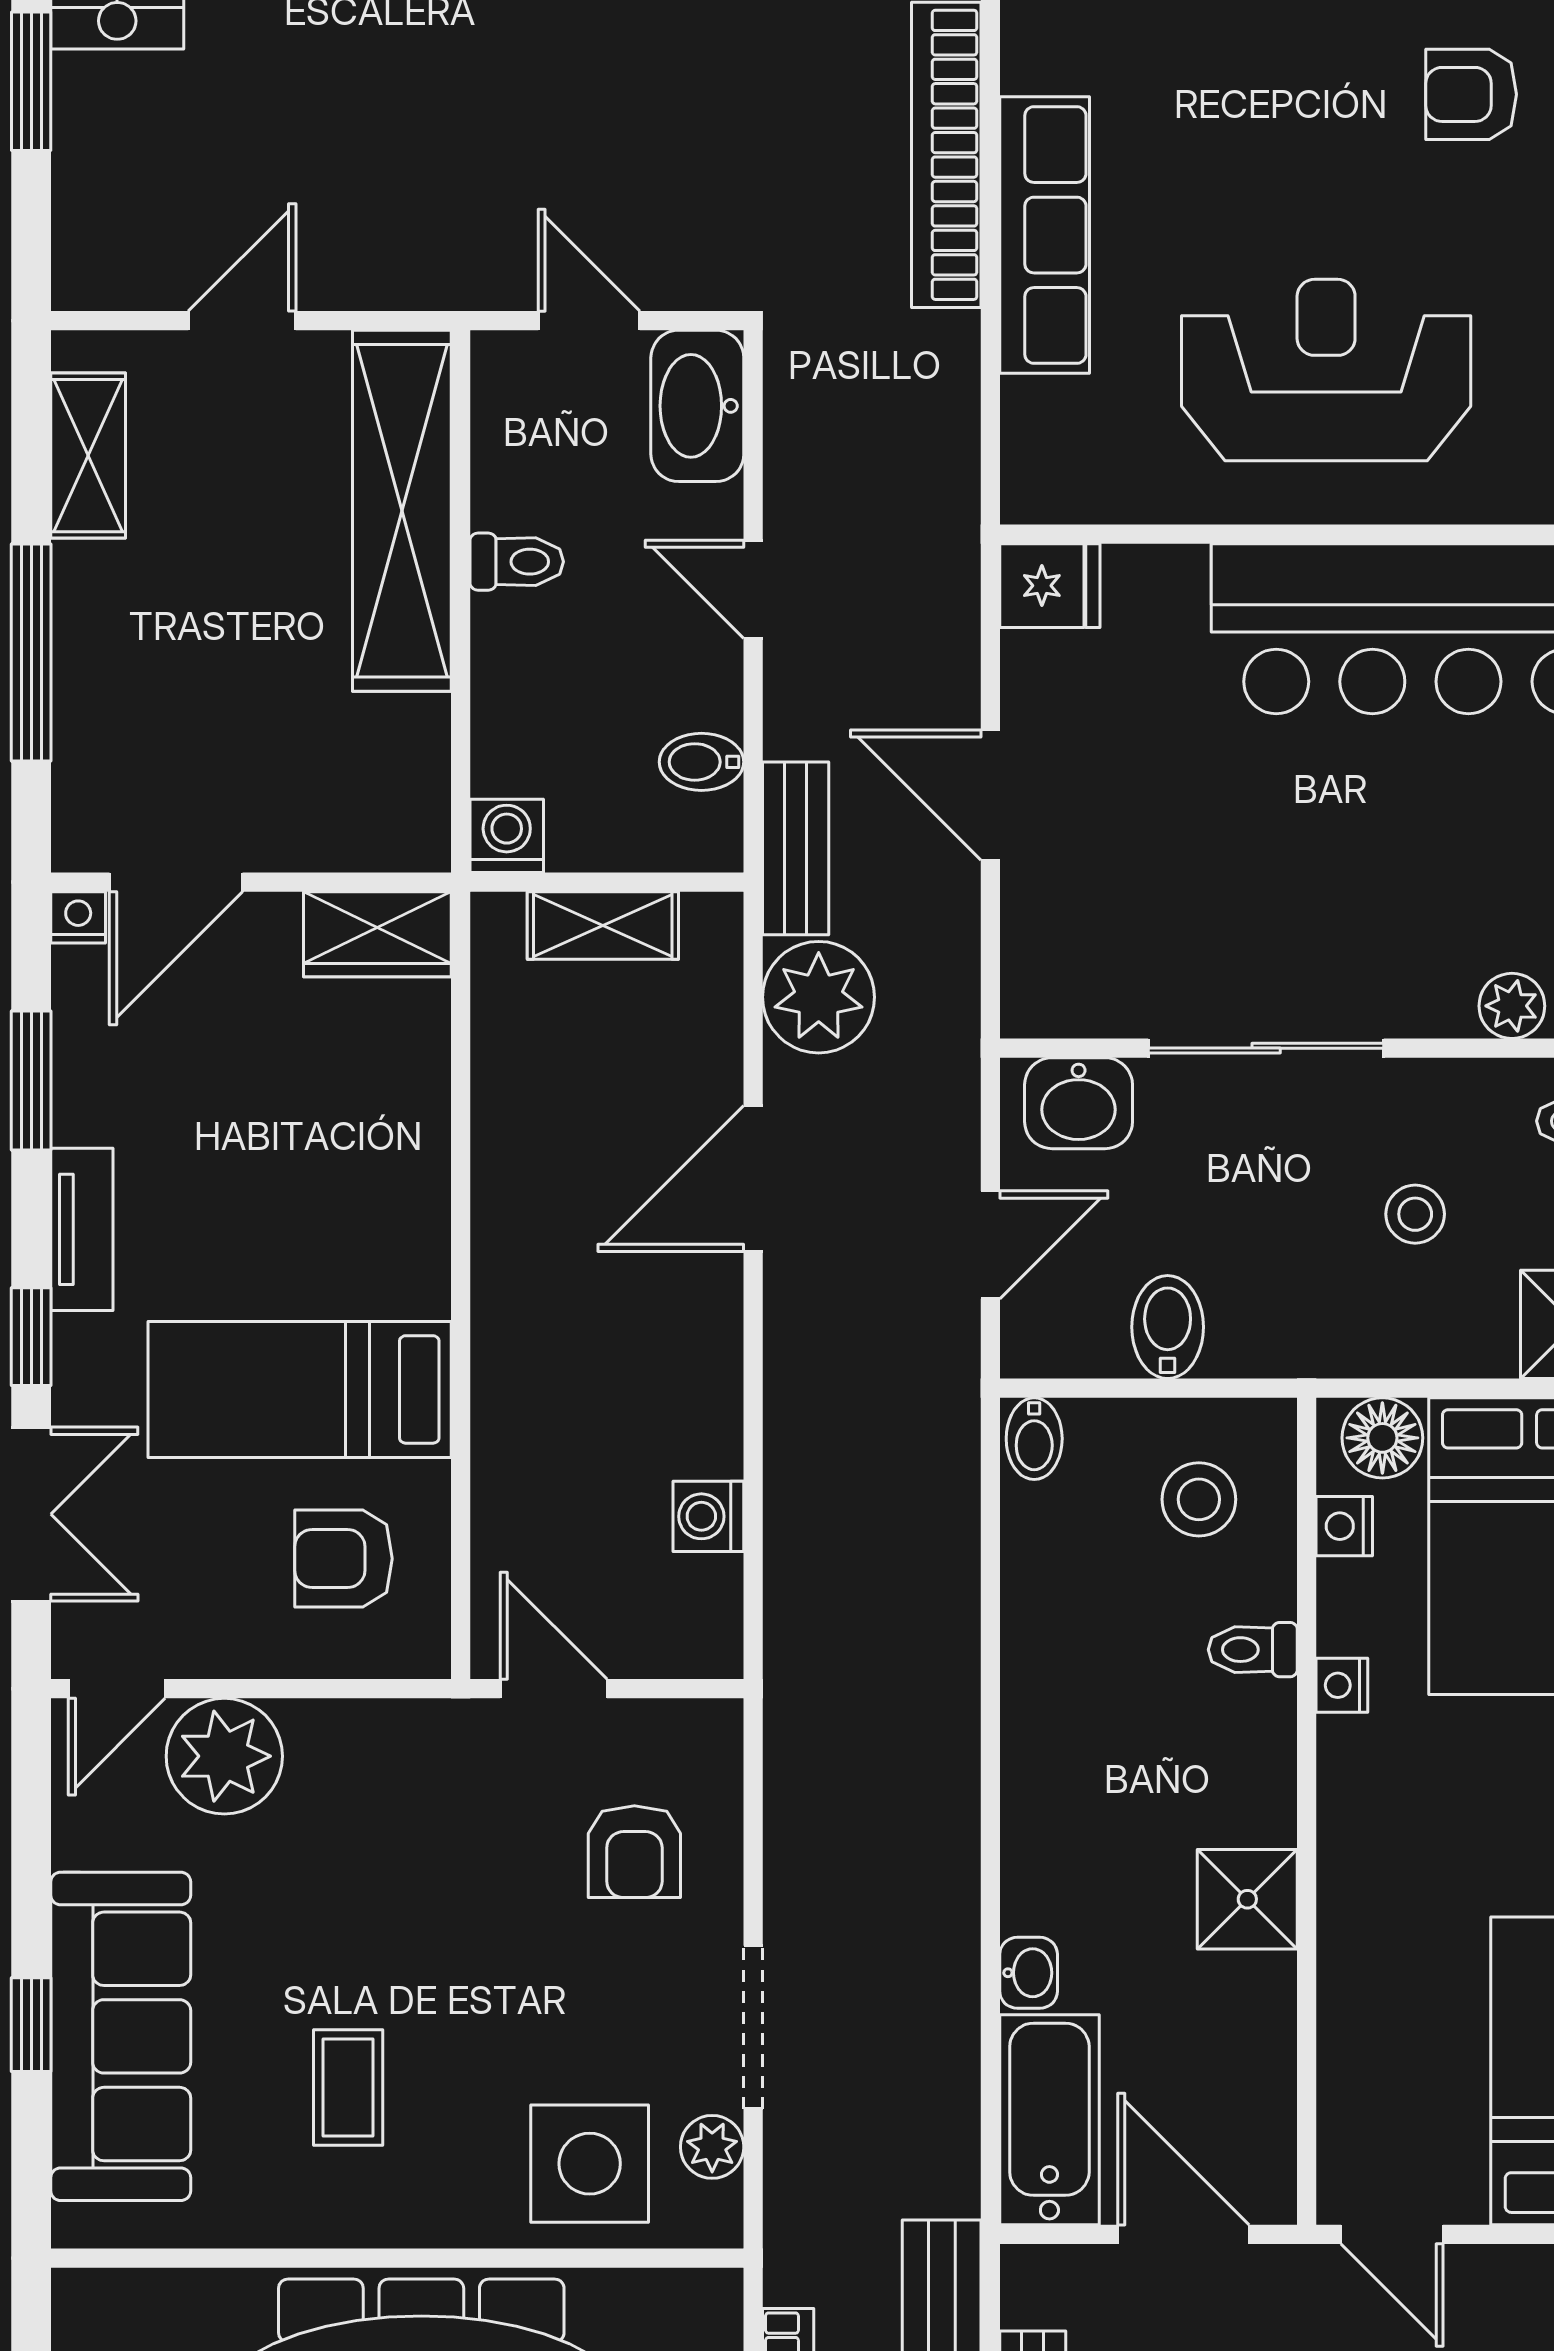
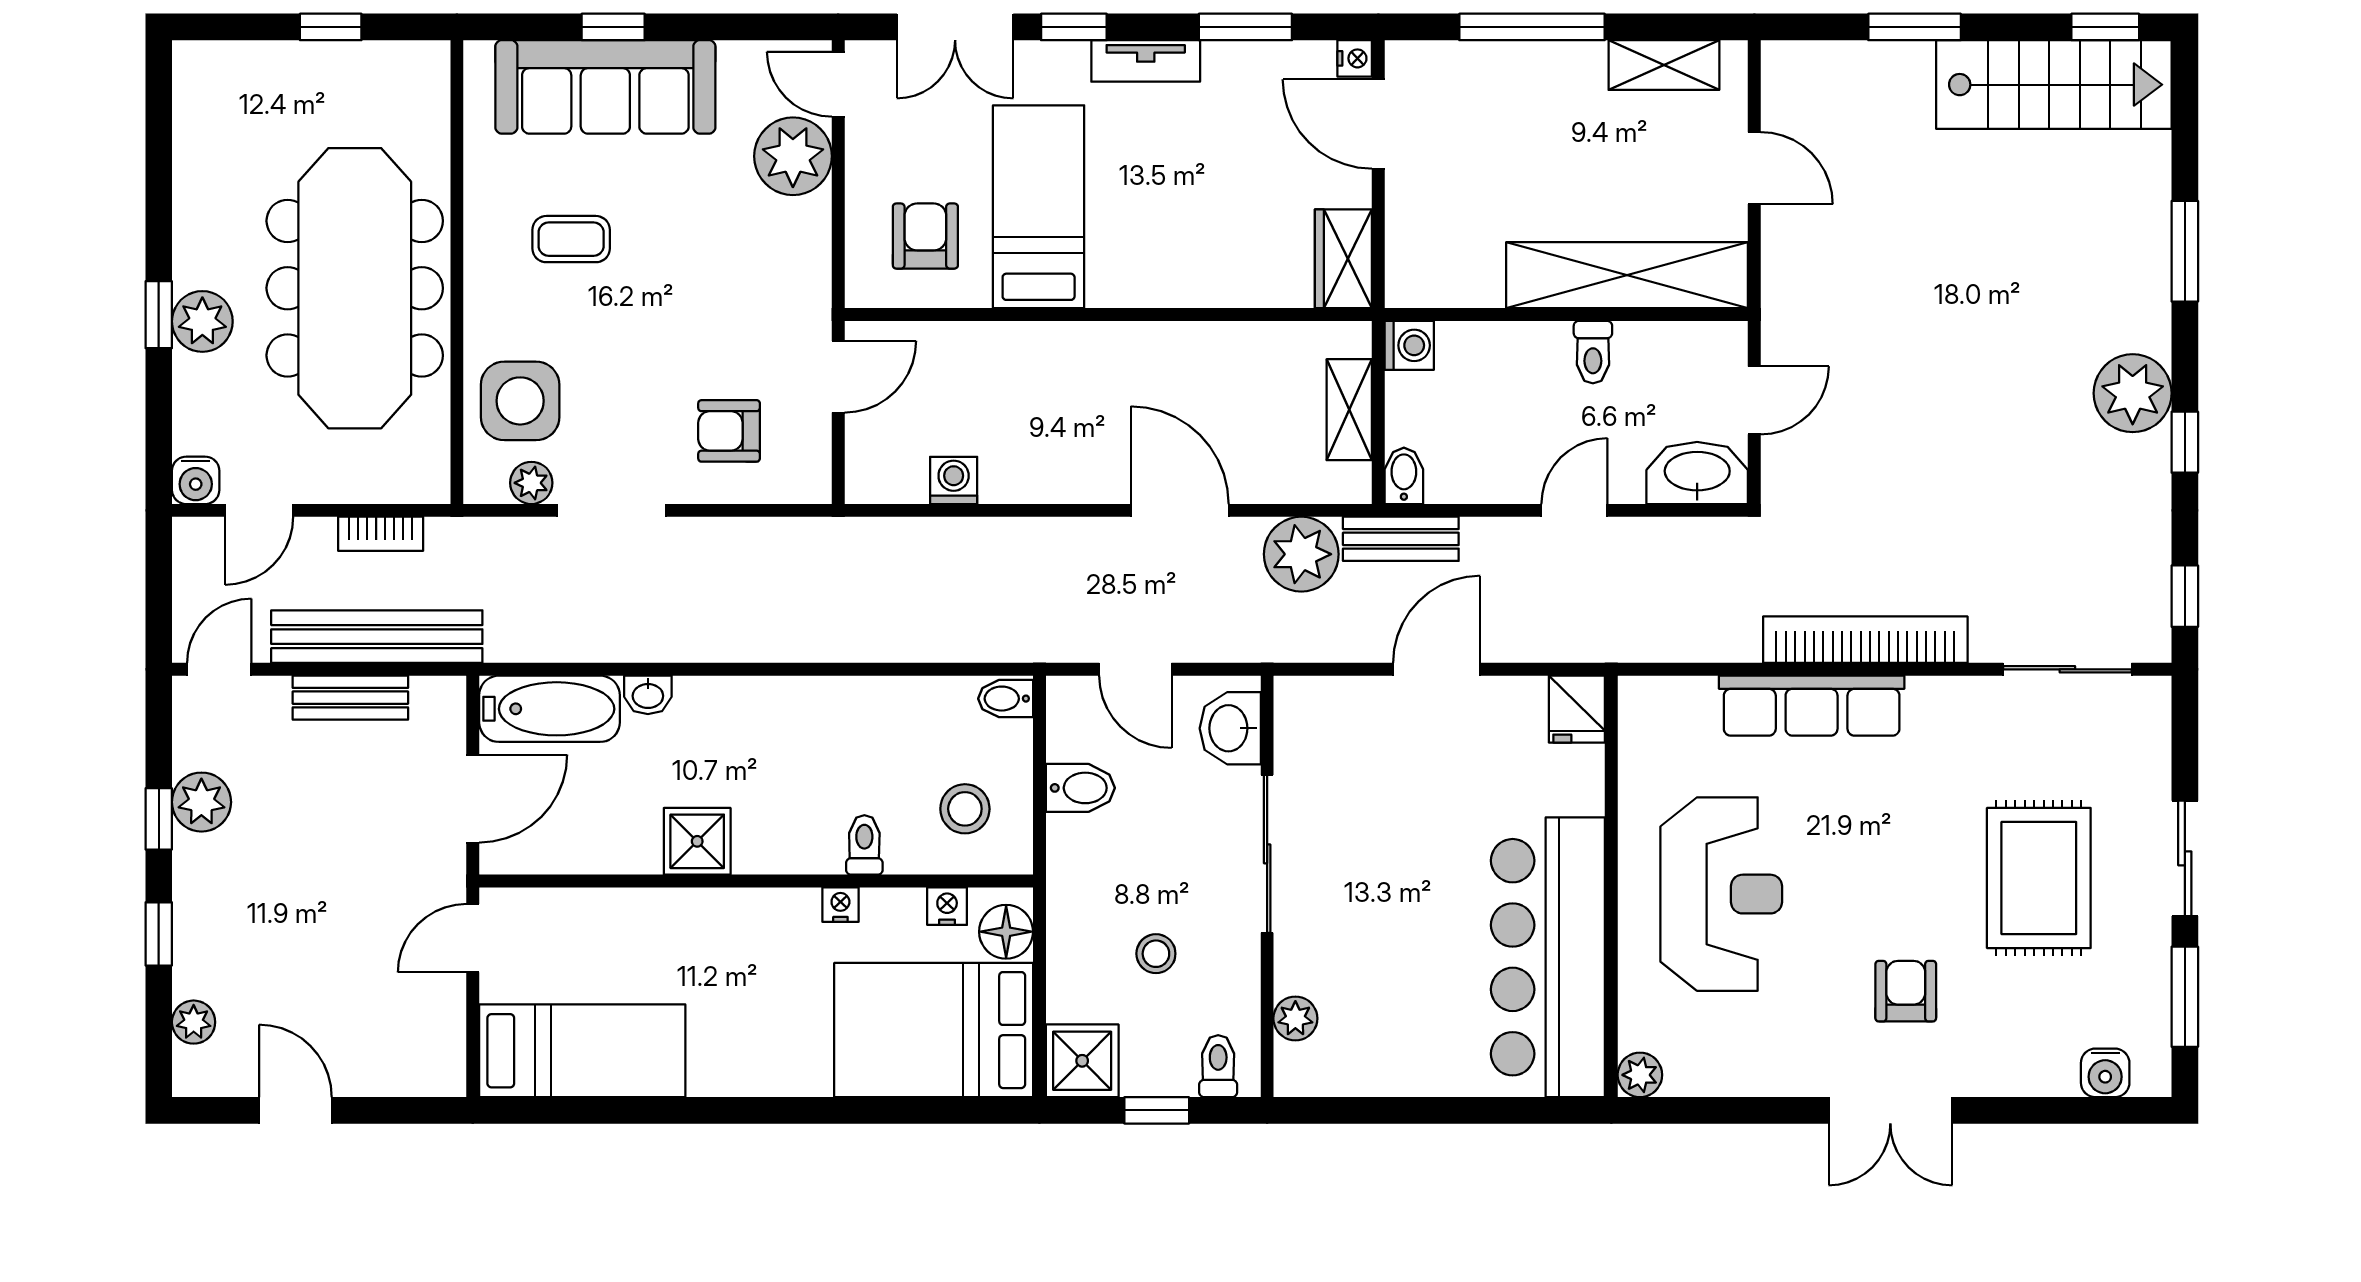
bidet: (701, 762) -> (1404, 476), moved

